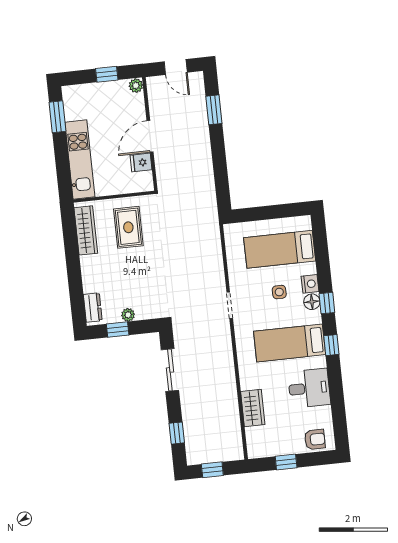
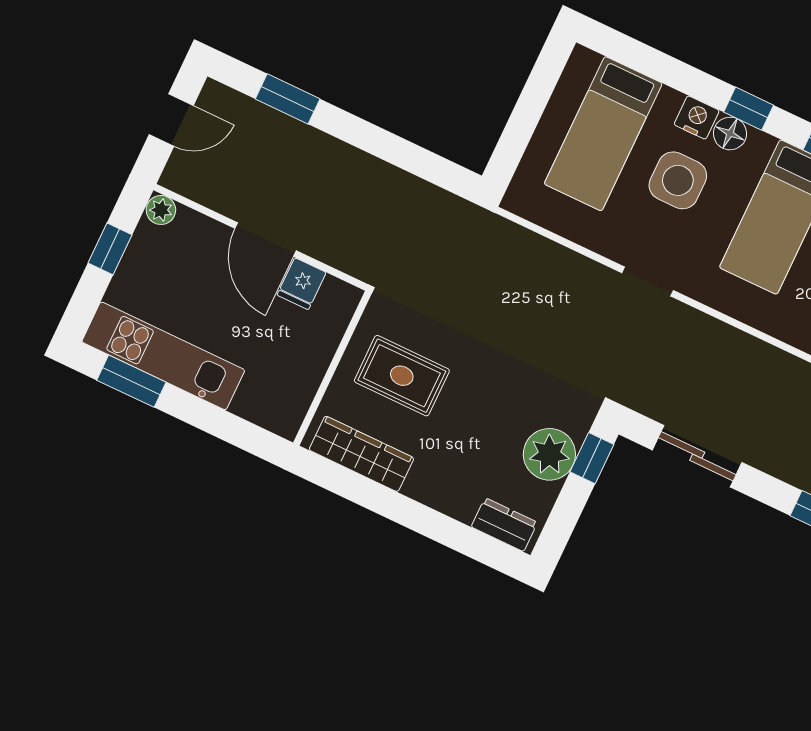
kitchen unit: (80, 159) -> (163, 356), moved
side table: (279, 292) -> (678, 180), width x1.87, depth x1.87
plant: (128, 315) -> (549, 454), width x1.87, depth x1.87
window: (118, 330) -> (592, 458), moved

